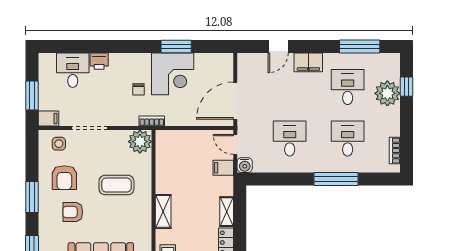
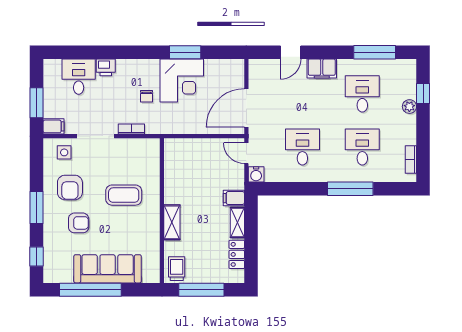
plant: (387, 93) -> (409, 107), width x0.53, depth x0.53
bookcase: (152, 121) -> (131, 129), moved
plant: (140, 142) -> (148, 150), removed
filing cabinet: (223, 168) -> (234, 198), moved
armchair: (73, 212) -> (79, 223), turned 180

